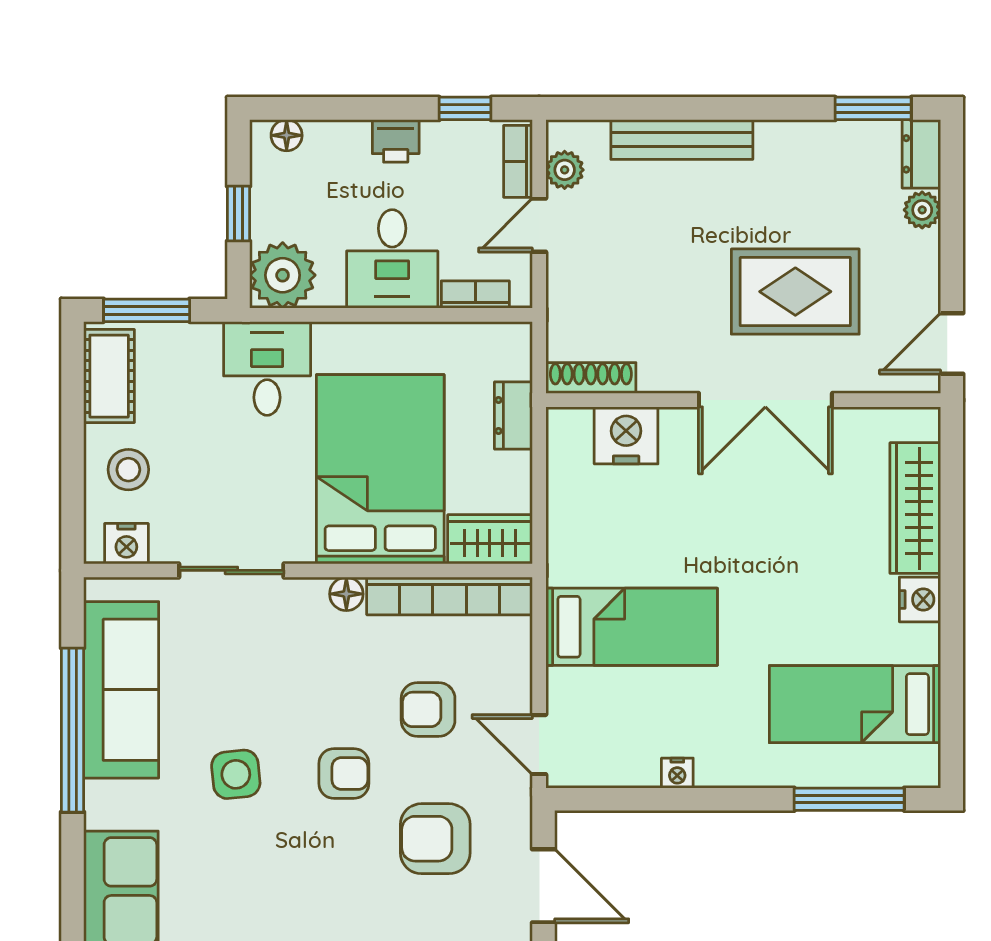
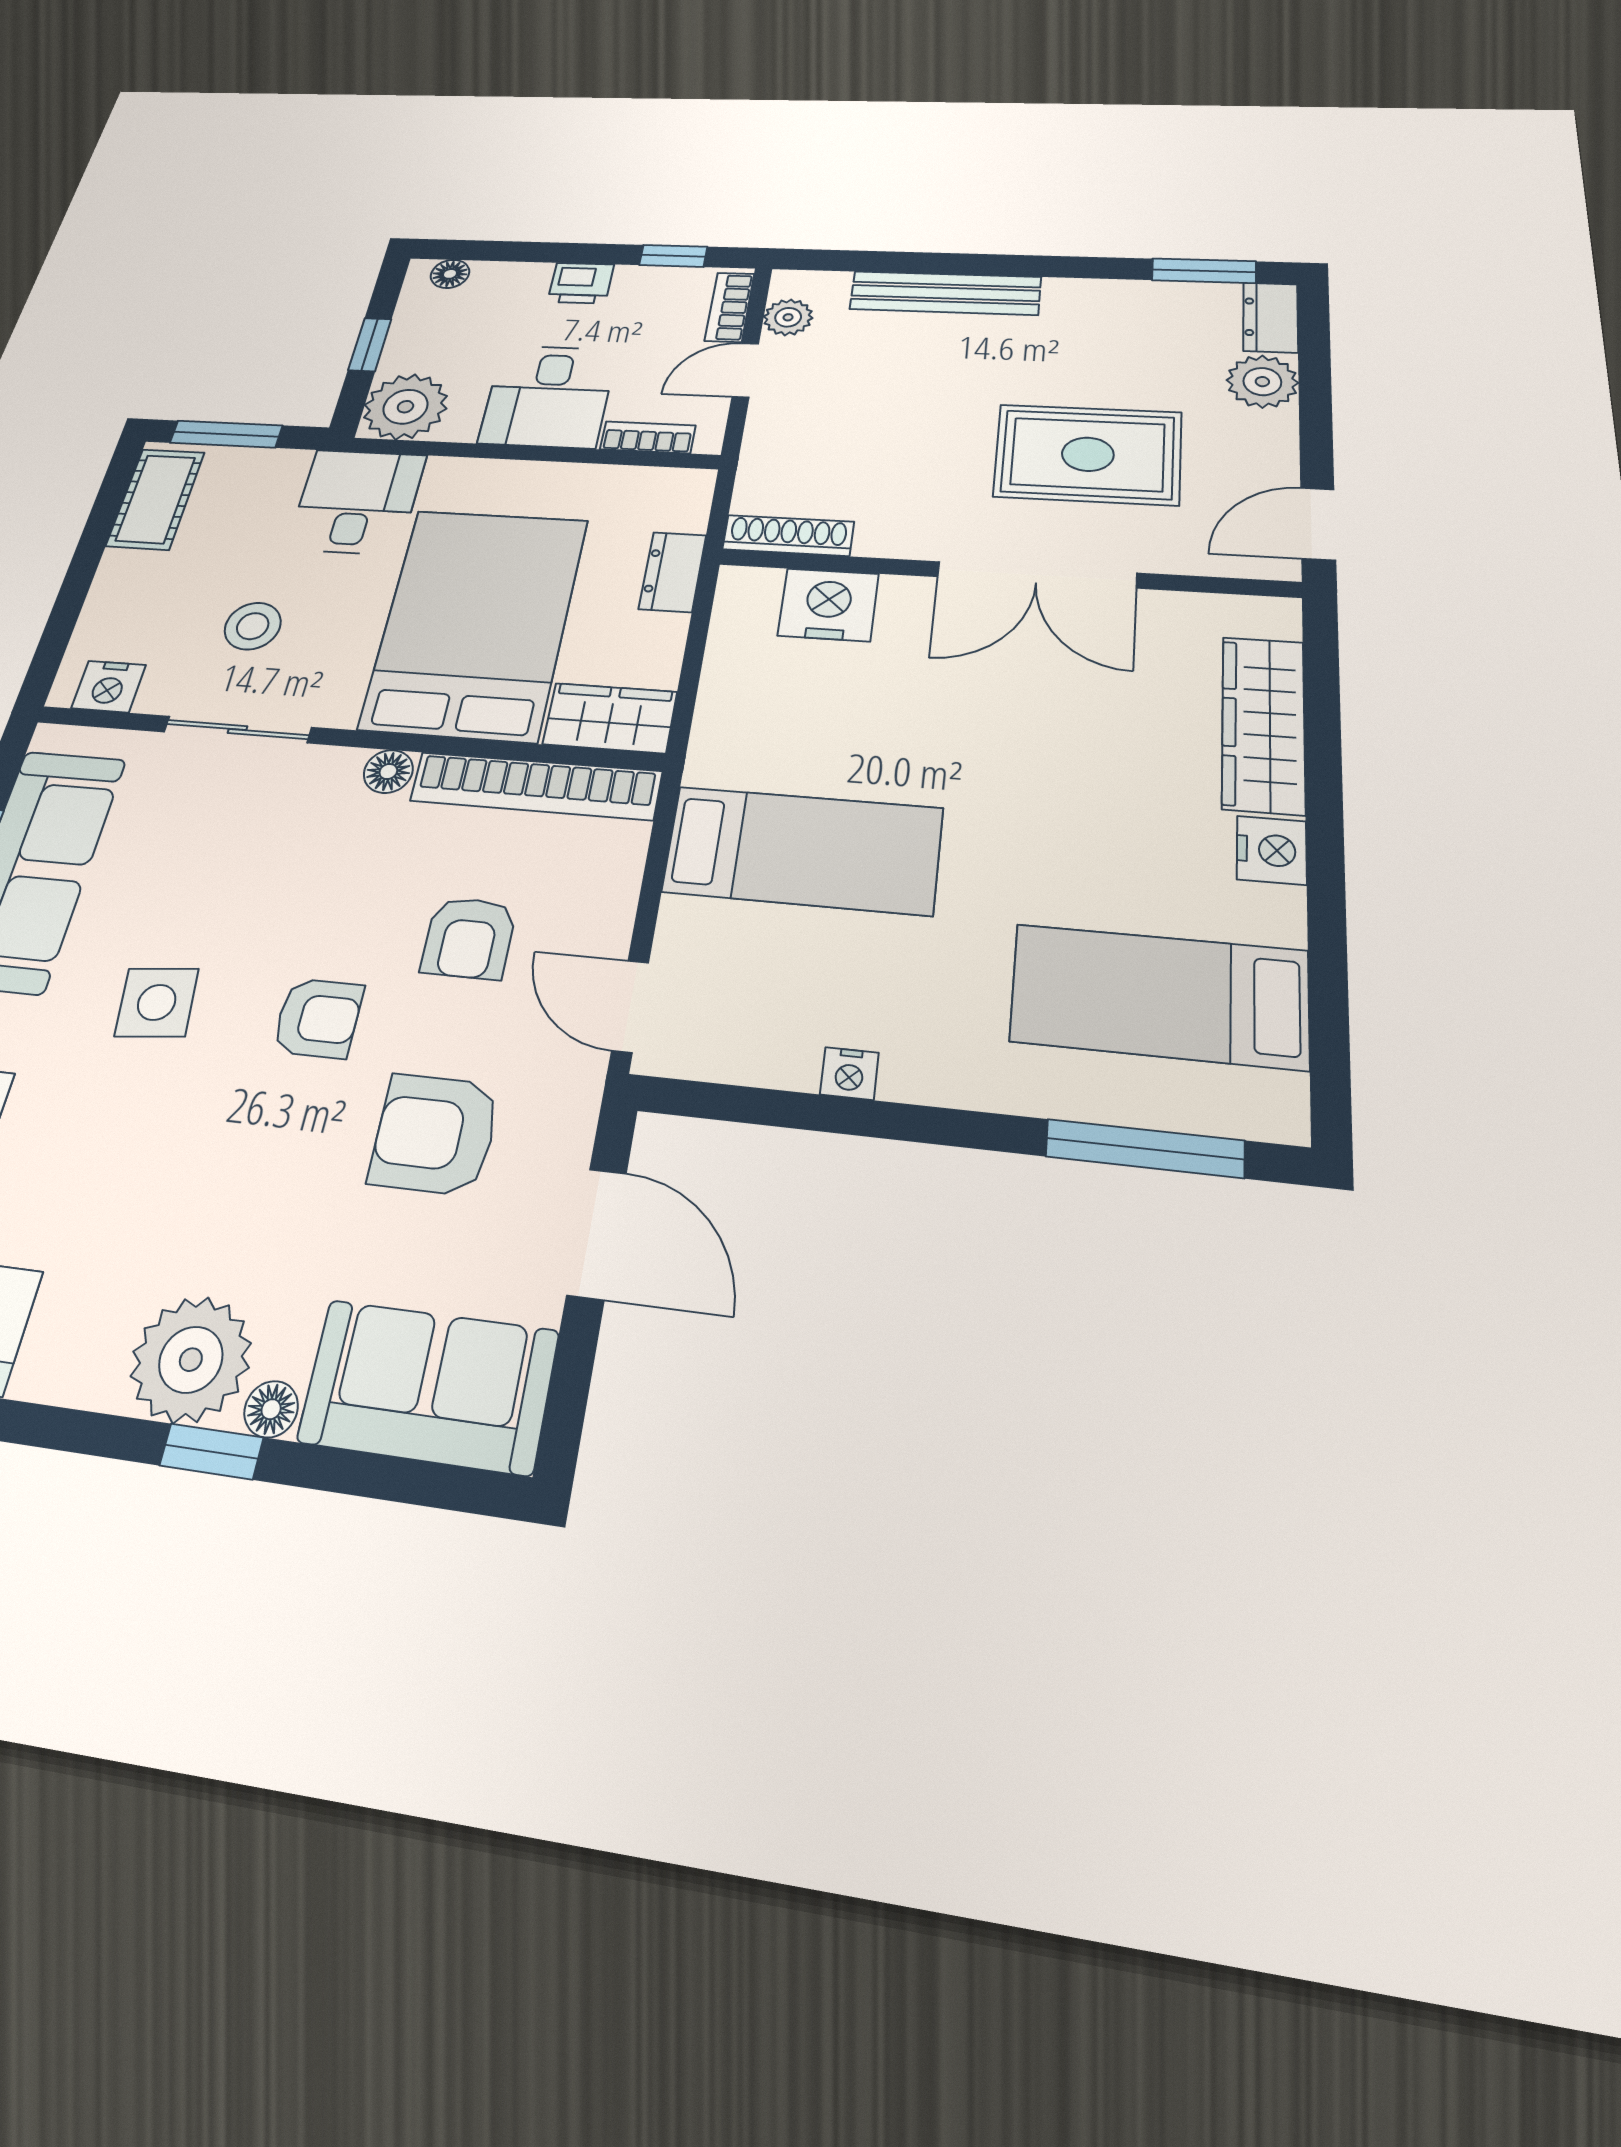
plant: (922, 210) -> (1262, 382), width x1.38, depth x1.38
stool: (128, 470) -> (253, 626), moved
armchair: (428, 709) -> (469, 938), turned -90

